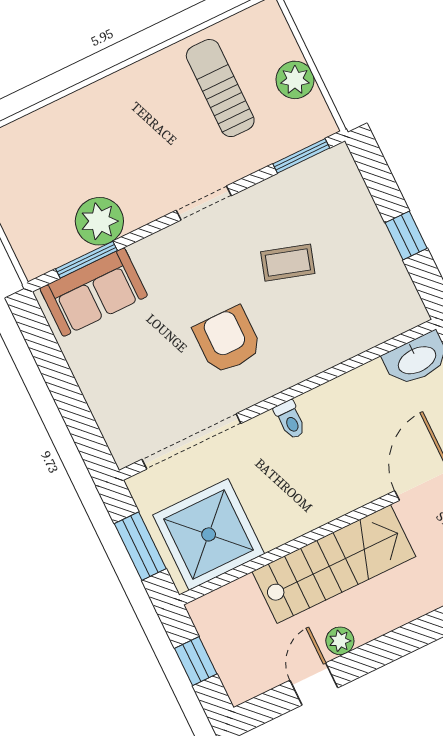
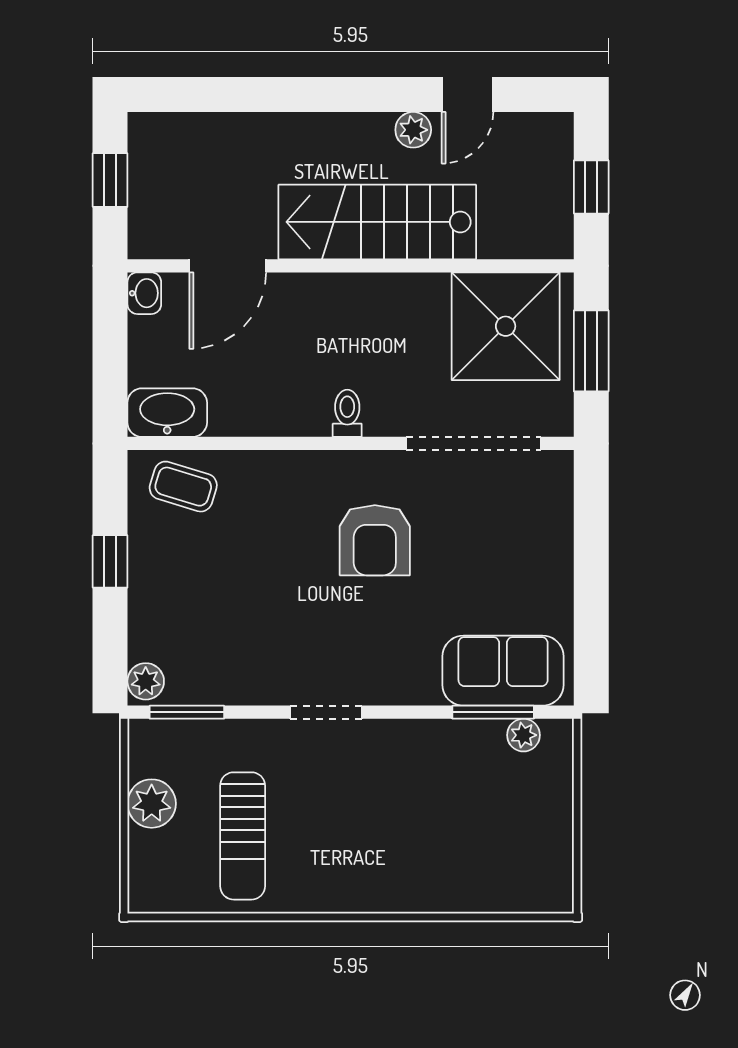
plant: (341, 164) -> (146, 681), added
plant: (99, 221) -> (523, 735), moved, width x0.53, depth x0.53
coffee table: (288, 263) -> (183, 487), moved

